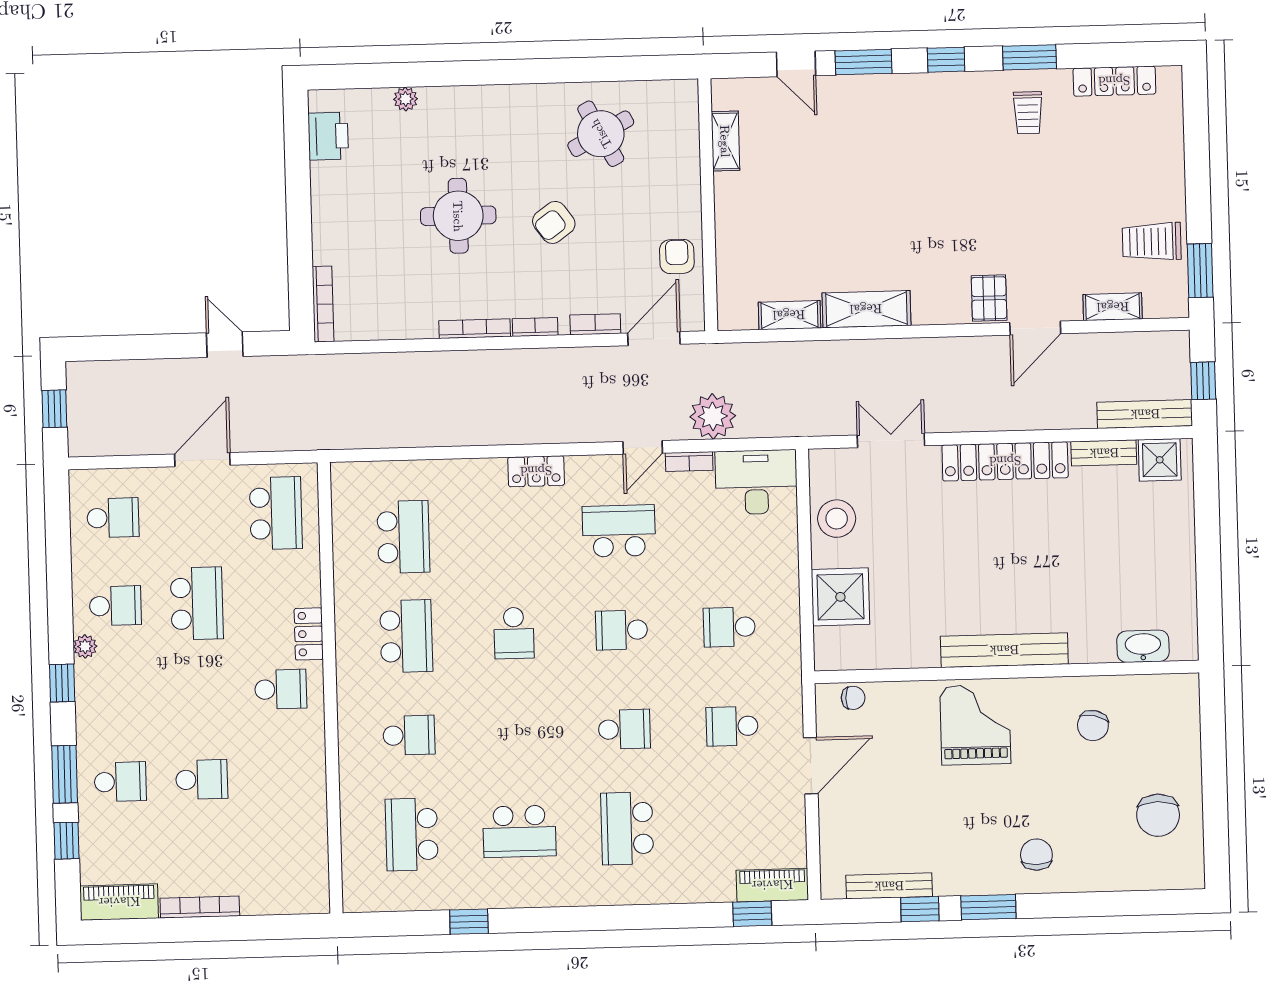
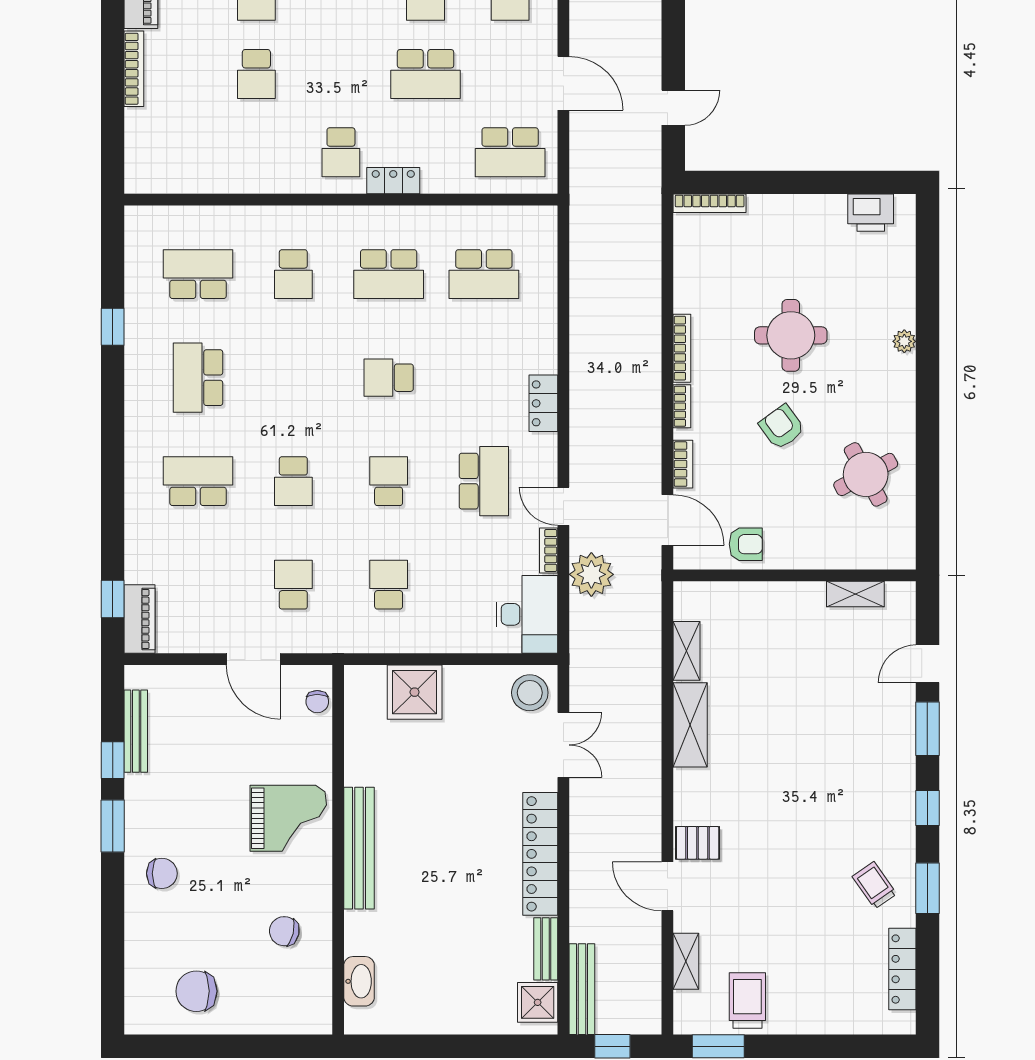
plant: (406, 99) -> (904, 341), moved
trolley: (1028, 113) -> (874, 885), turned 55
stool: (837, 519) -> (530, 693), moved

